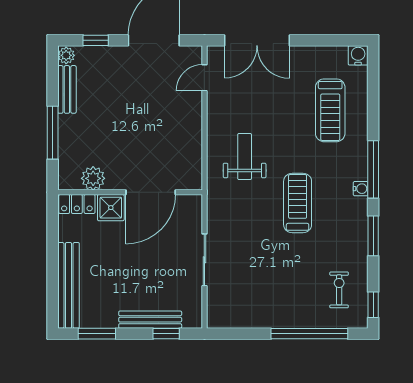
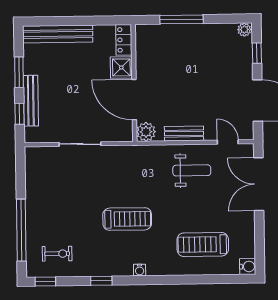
bench: (67, 89) -> (184, 134), moved
weight bench: (245, 157) -> (192, 170), moved
window: (373, 169) -> (155, 280), removed
plant: (93, 178) -> (146, 132), moved
window: (373, 236) -> (101, 281), width x0.67
window: (97, 334) -> (19, 72), moved

